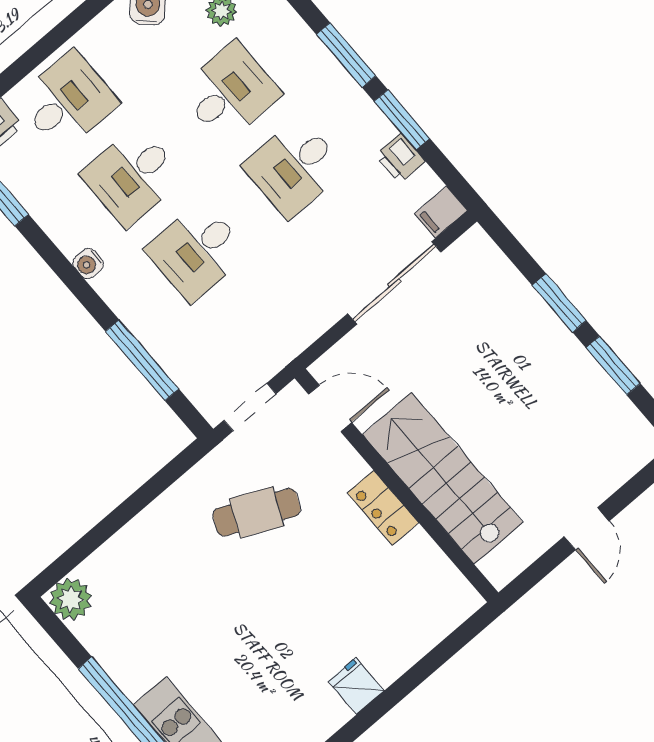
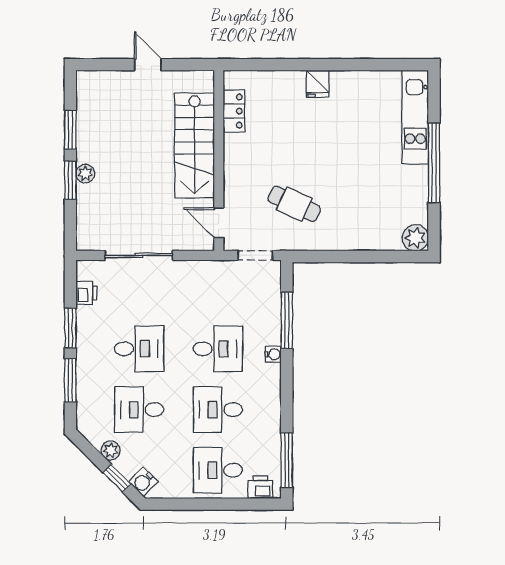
printer: (400, 158) -> (86, 293), moved
desk: (132, 176) -> (218, 410), turned 180
filing cabinet: (441, 212) -> (89, 270), removed
water cooler: (88, 264) -> (273, 354), moved
plant: (548, 327) -> (85, 174), added
locker: (383, 508) -> (234, 111), moved
door: (587, 529) -> (148, 65), hinge flipped

